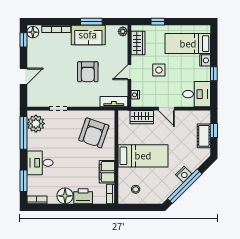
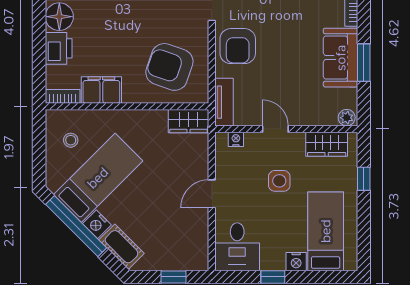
armchair: (88, 72) -> (238, 46), moved, turned -90
wardrobe: (142, 117) -> (188, 121), moved, turned -90
cot: (204, 136) -> (122, 247), moved, turned 45
bed: (143, 156) -> (98, 178), moved, turned -135

